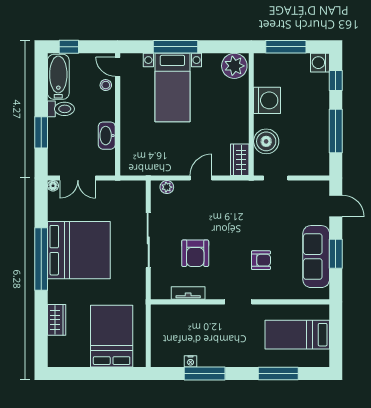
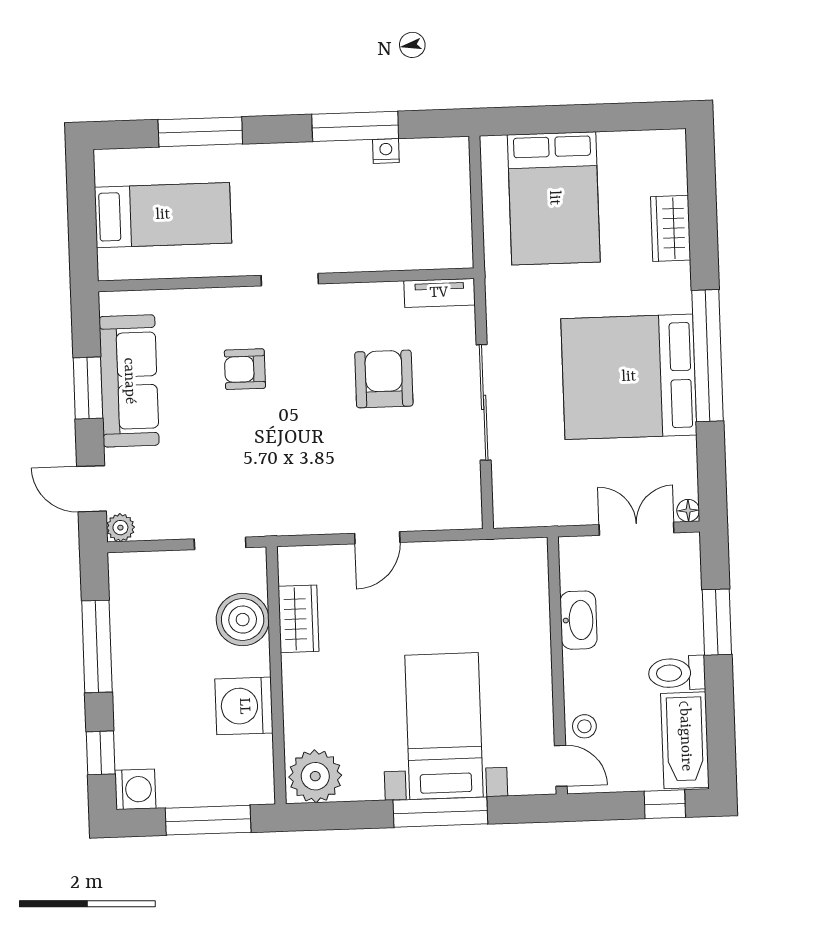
wardrobe: (240, 160) -> (298, 619), moved
plant: (167, 187) -> (120, 528), moved
tv unit: (188, 293) -> (439, 293), moved

